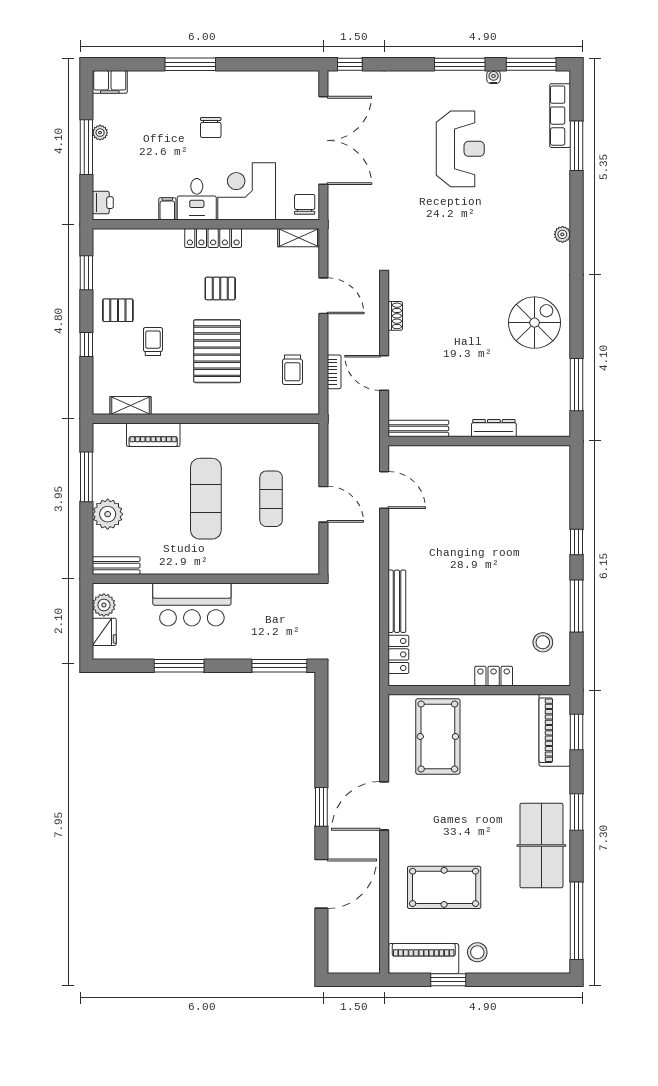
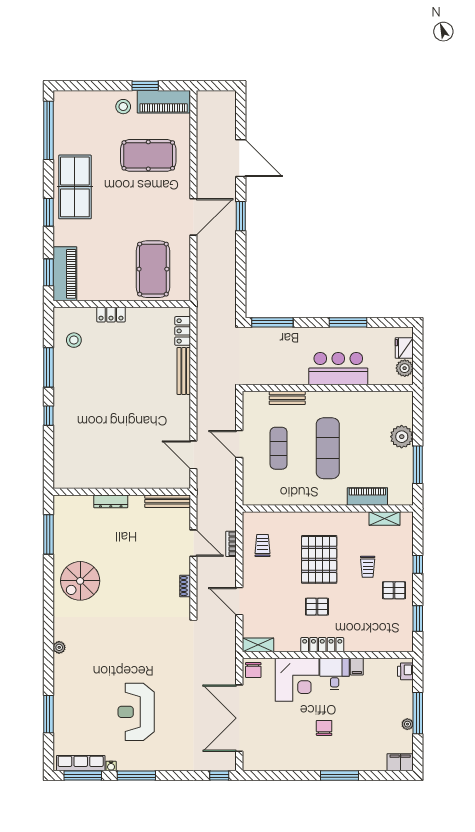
row of seats: (560, 116) -> (81, 763), moved, turned -90
bench: (116, 566) -> (287, 398), moved
door: (321, 884) -> (241, 158), swing flipped

